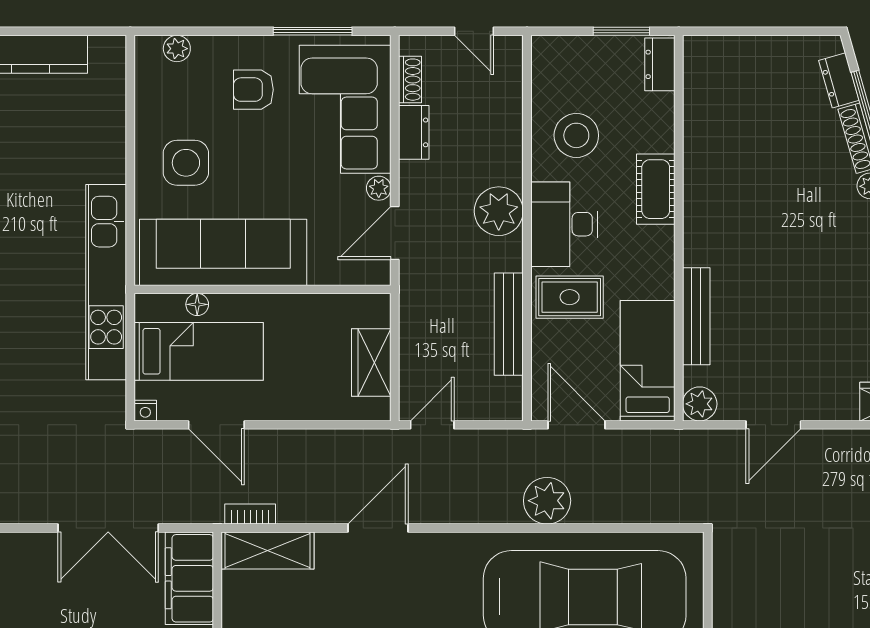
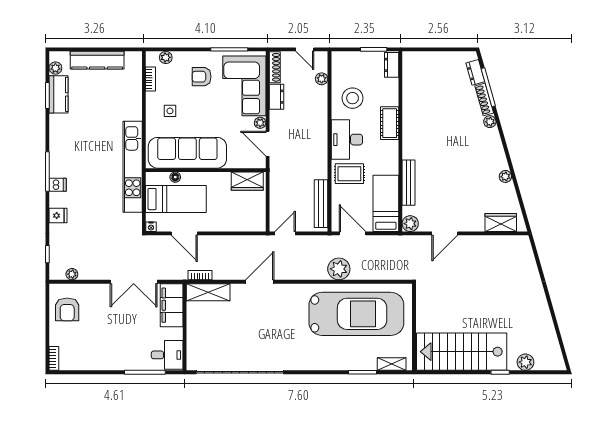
shoe rack: (410, 80) -> (275, 67), width x1.43
bookcase: (144, 95) -> (151, 79), added
side table: (186, 163) -> (170, 111), width x0.54, depth x0.54
plant: (499, 211) -> (322, 79), moved, width x0.53, depth x0.53
door: (395, 233) -> (268, 144), hinge flipped
bench: (509, 324) -> (321, 204), moved
wardrobe: (371, 362) -> (247, 181), moved, turned -90

